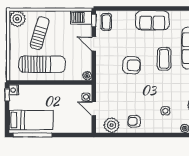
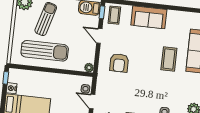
sofa: (152, 20) -> (149, 17), moved
armchair: (132, 65) -> (119, 63), moved, turned 88
nightstand: (14, 90) -> (12, 88), moved

